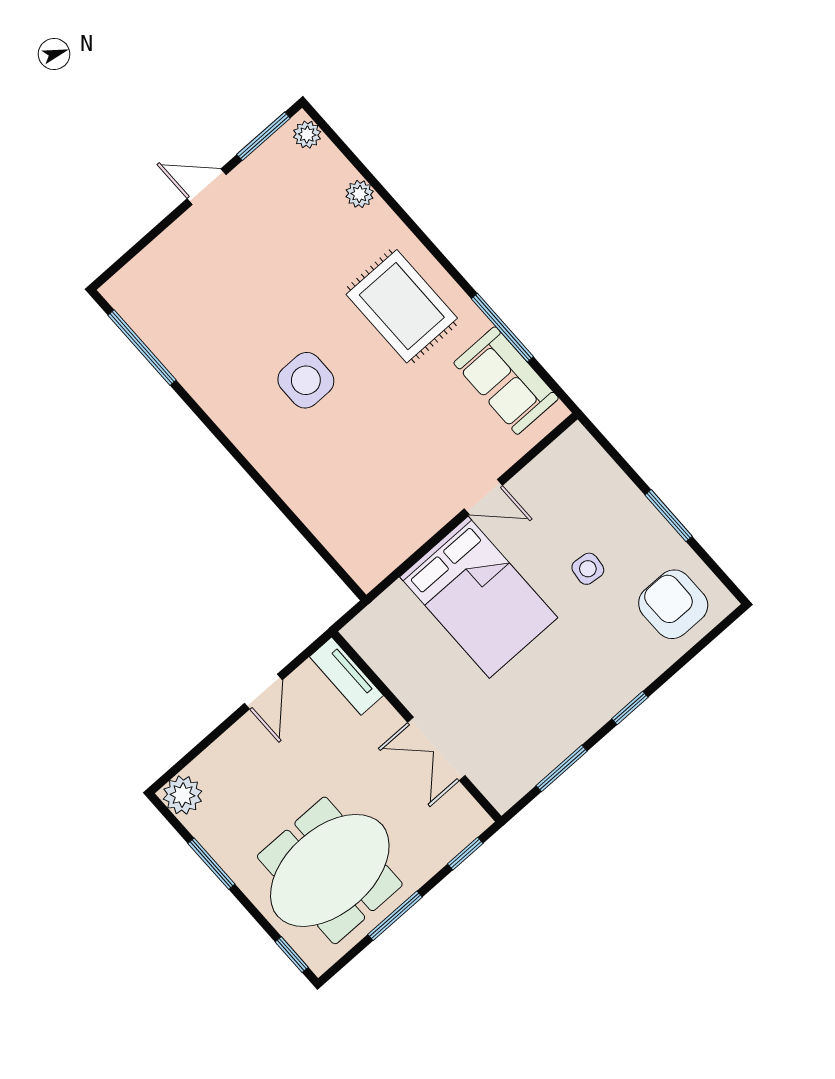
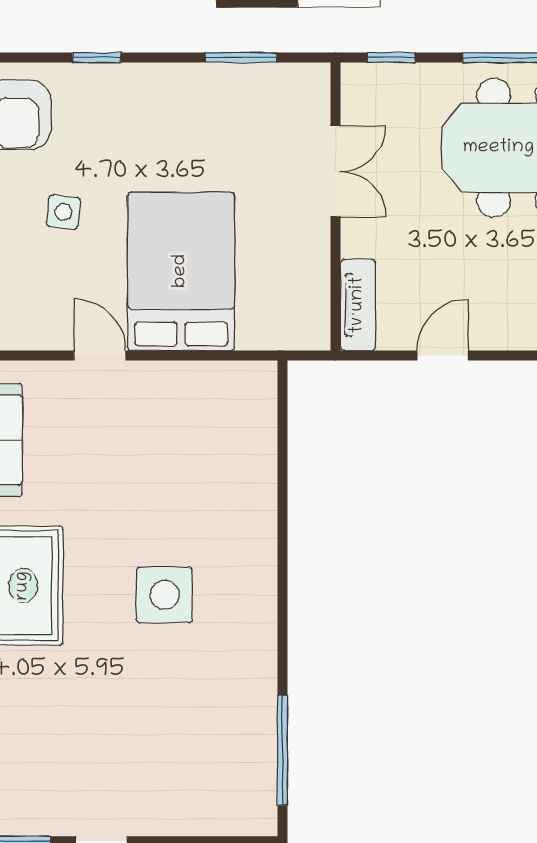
window: (630, 708) -> (97, 58), moved

